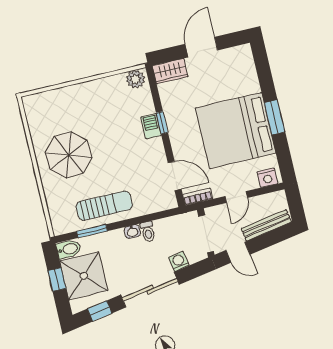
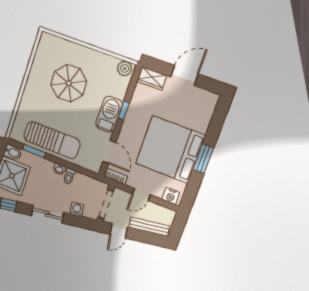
barbecue: (151, 126) -> (109, 114), width x1.88, depth x1.53
parasol: (69, 155) -> (69, 83), moved
sun lounger: (104, 206) -> (52, 140), width x1.36, depth x1.34
door: (238, 252) -> (119, 231), hinge flipped
sliding door: (150, 290) -> (47, 214), width x0.73

